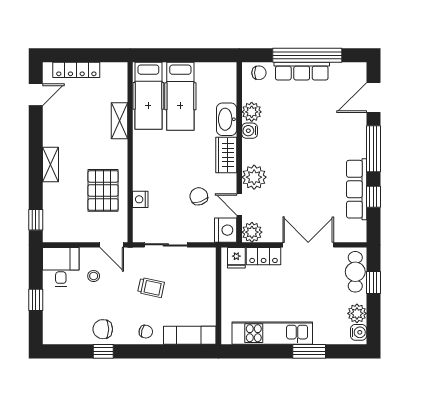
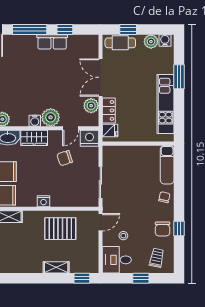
water cooler: (250, 131) -> (35, 121), moved
shelving: (51, 164) -> (56, 267), moved
row of seats: (357, 189) -> (52, 42), width x0.68
nightstand: (140, 199) -> (44, 201), moved
plant: (252, 232) -> (91, 106), moved
trolley: (151, 288) -> (157, 258), moved

